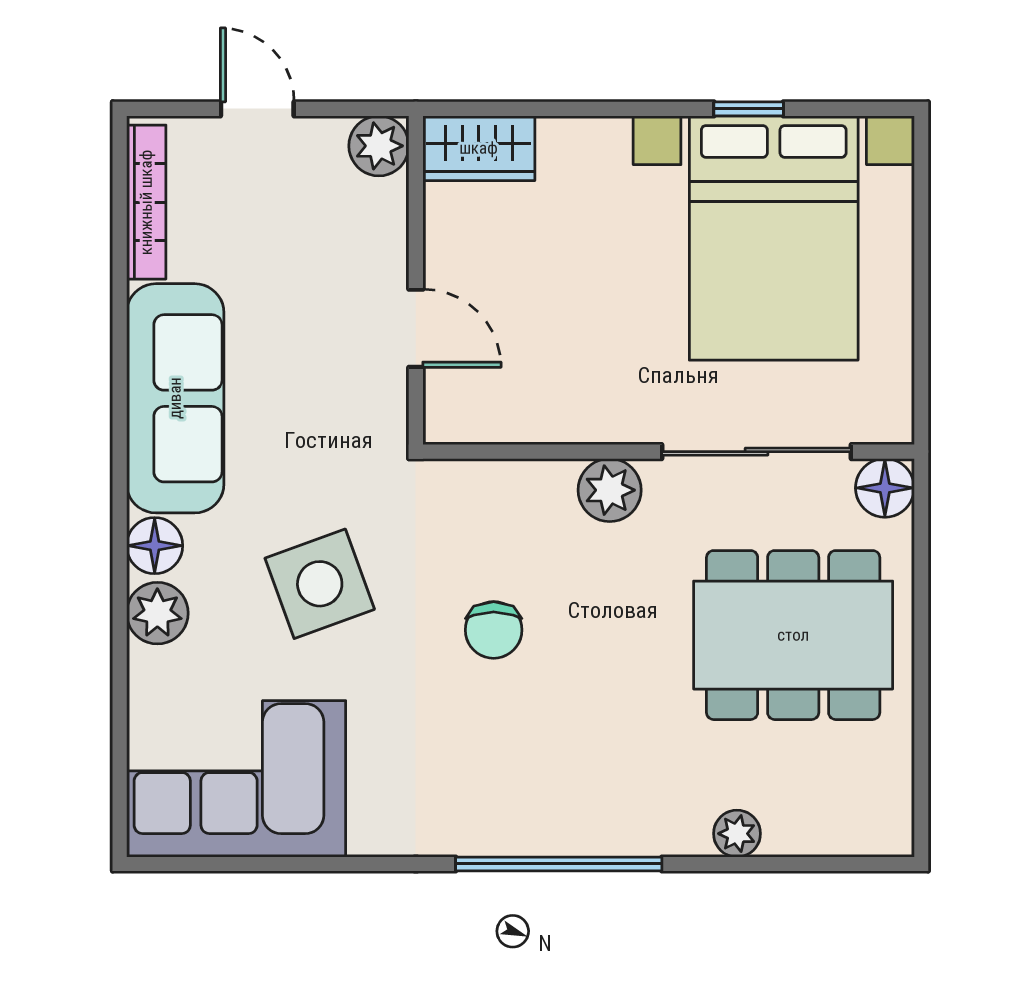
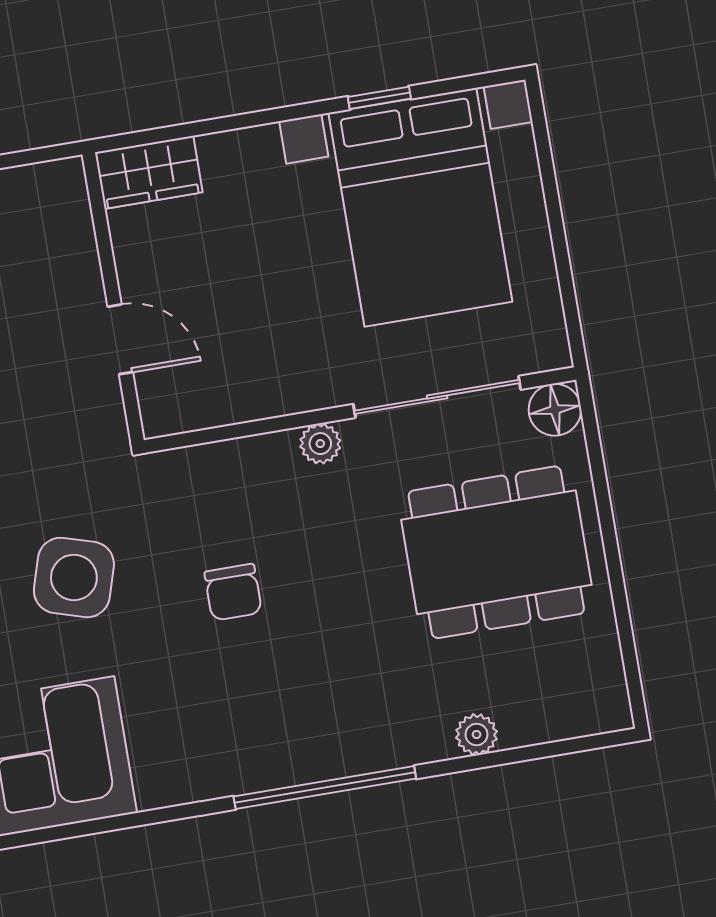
plant: (379, 146) -> (61, 185), removed
plant: (610, 490) -> (320, 444), width x0.73, depth x0.73
side table: (320, 584) -> (74, 577), turned 37

